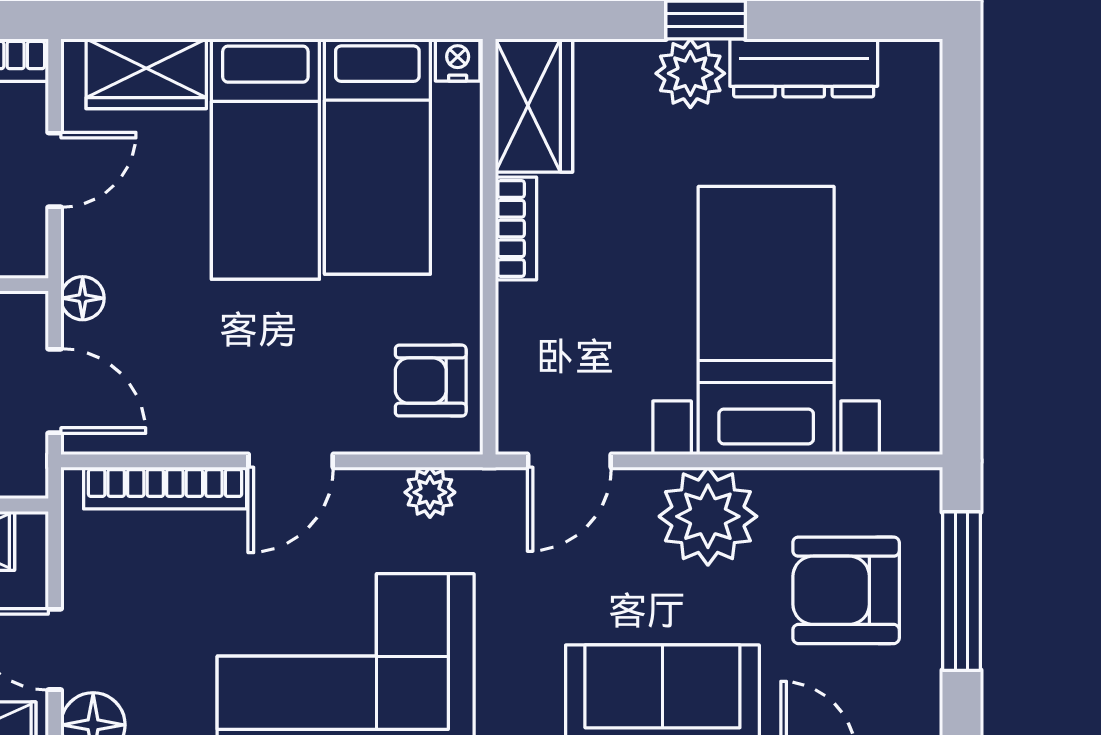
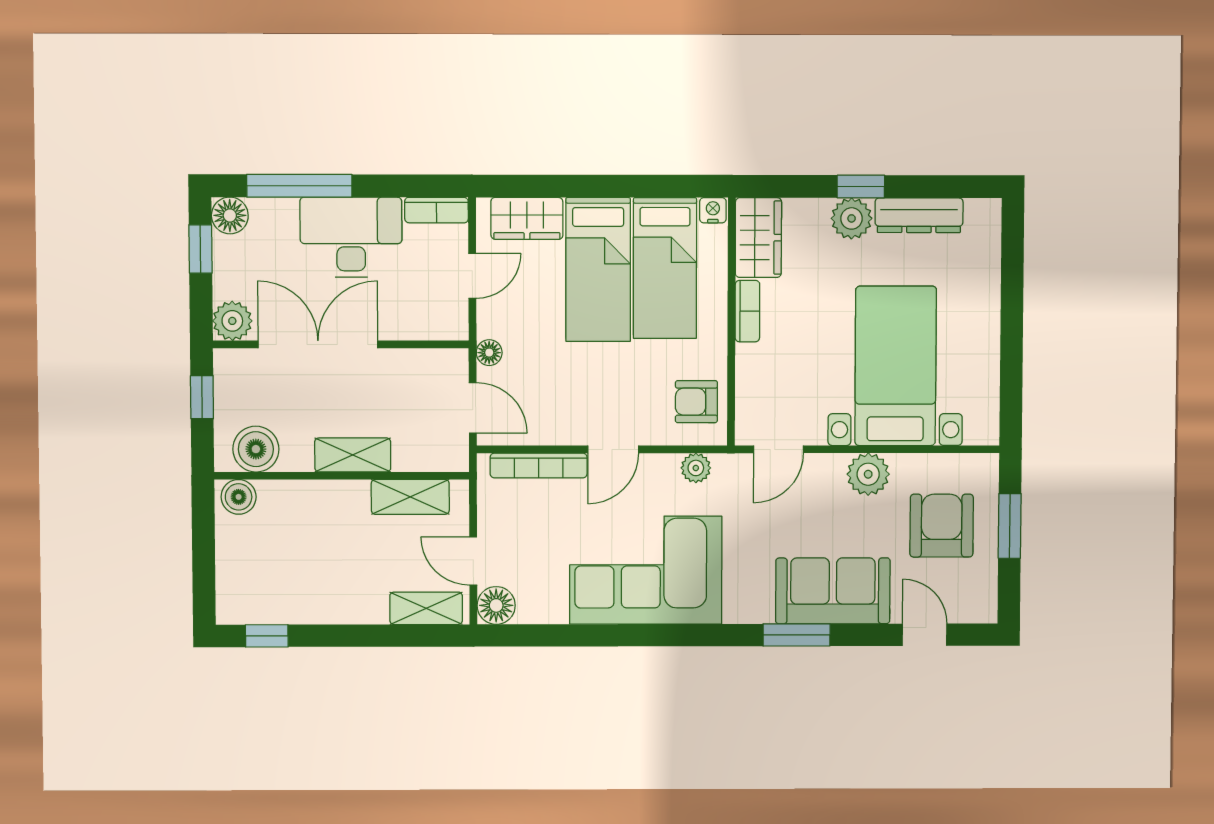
plant: (708, 516) -> (868, 474), width x0.73, depth x0.73
armchair: (846, 590) -> (942, 526), turned 90
window: (961, 591) -> (1010, 526), width x0.69

